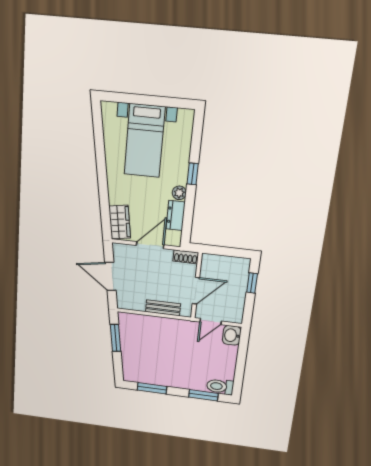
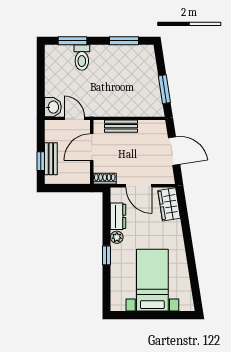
door: (150, 245) -> (139, 186), hinge flipped
bench: (241, 284) -> (51, 159), added
door: (211, 322) -> (74, 118), hinge flipped
toilet: (220, 387) -> (82, 58), moved, turned 90

